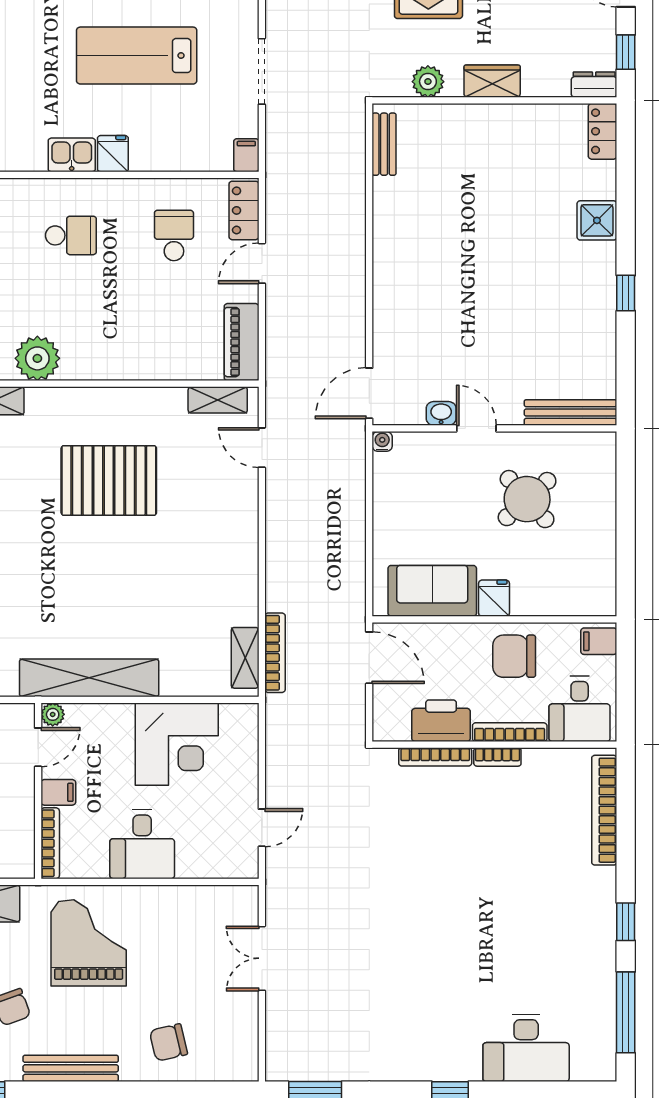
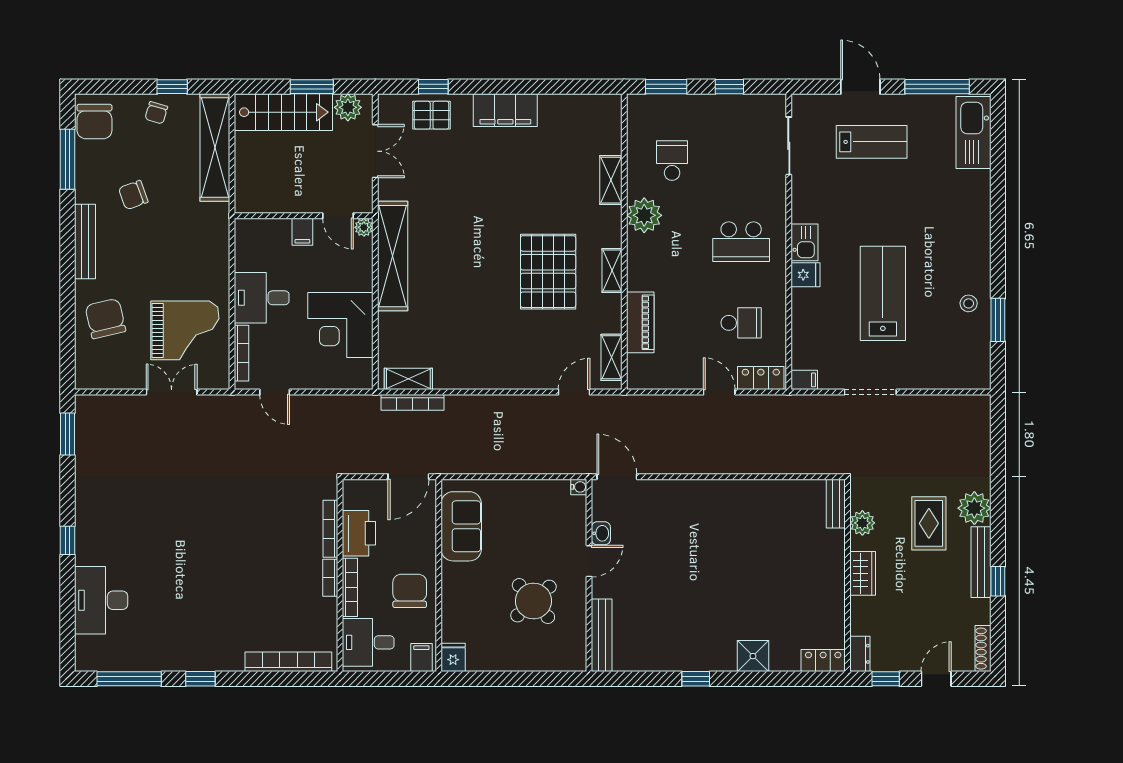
bench: (384, 144) -> (836, 504), moved, turned 90
school desk: (71, 235) -> (741, 242), width x1.85
piano: (242, 342) -> (640, 322), moved, turned 90
shelving: (107, 399) -> (612, 270), added
fridge: (494, 598) -> (453, 657), moved, turned -90
bookcase: (50, 843) -> (241, 353), moved, turned -90
grand piano: (89, 943) -> (185, 330), moved
chair: (168, 1042) -> (105, 319), width x1.37, depth x1.37

